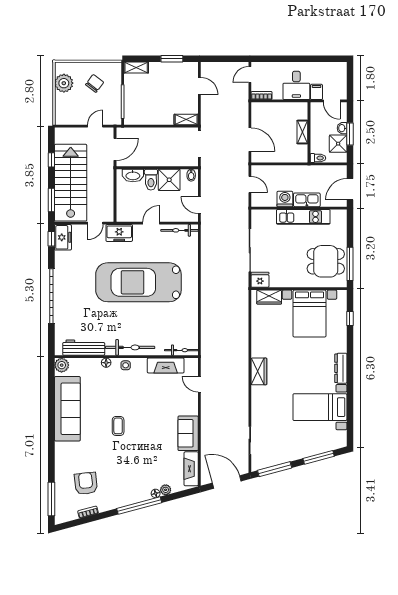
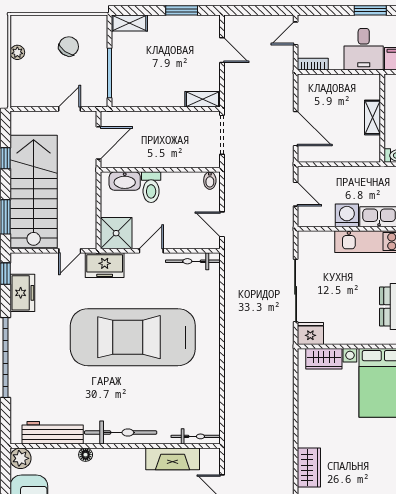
window: (301, 59) -> (370, 10), added
plant: (64, 83) -> (17, 52), width x0.53, depth x0.53
shower: (169, 180) -> (116, 233), moved
freezer: (63, 237) -> (22, 293), moved
side table: (126, 365) -> (114, 459), removed

